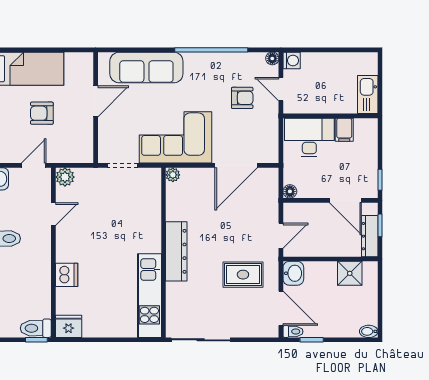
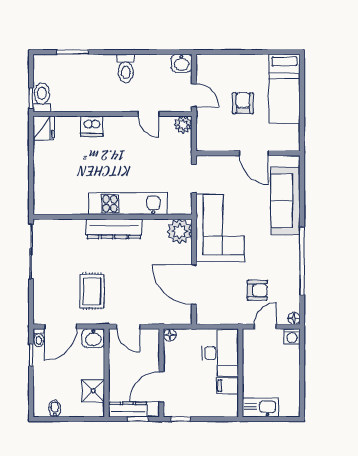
armchair: (242, 98) -> (257, 290), turned -90
plant: (173, 175) -> (179, 231), width x1.88, depth x1.88
kitchen unit: (149, 296) -> (128, 204), moved
bidet: (369, 331) -> (55, 408), moved

